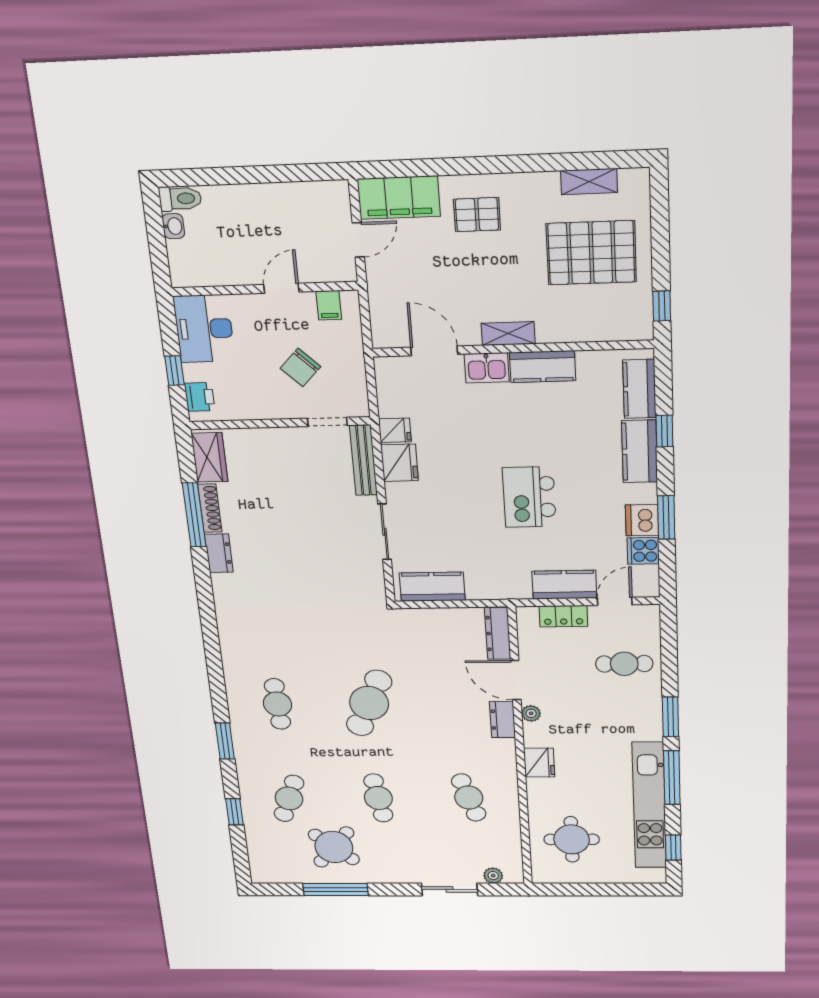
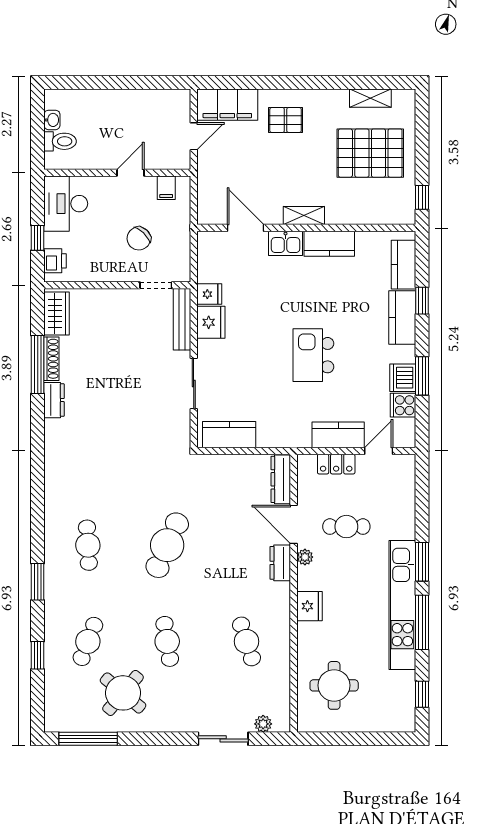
toilet: (180, 199) -> (60, 141), moved
cafe table: (624, 664) -> (346, 527), moved
kitchen unit: (649, 806) -> (402, 605), moved
window: (336, 889) -> (88, 739), moved

